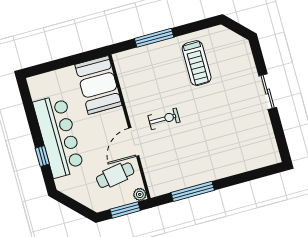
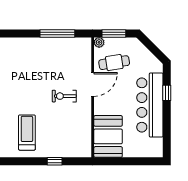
window: (154, 38) -> (55, 161), width x0.46

